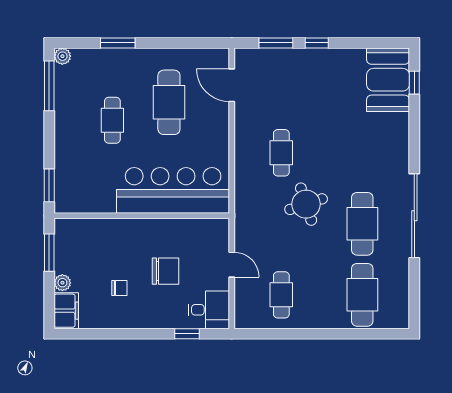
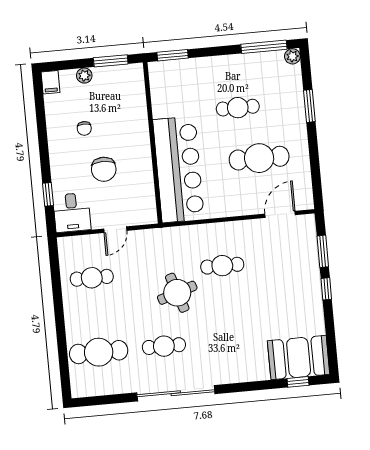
cafe table: (362, 224) -> (164, 346), width x0.73, depth x0.74
filing cabinet: (66, 311) -> (51, 82), width x0.50

